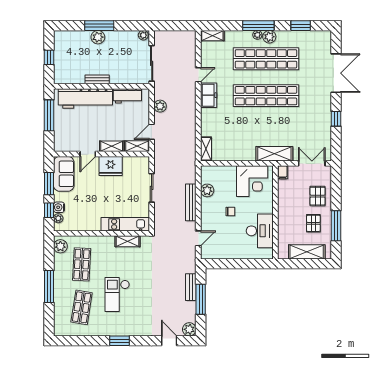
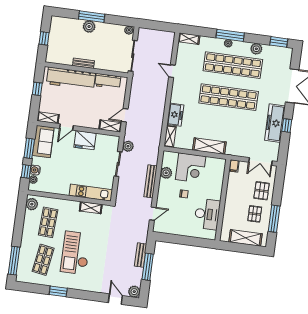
window: (301, 26) -> (279, 42), moved
plant: (269, 37) -> (256, 49), moved
door: (198, 75) -> (172, 71), swing flipped
freezer: (209, 95) -> (175, 115), moved
plant: (160, 106) -> (128, 146), moved
window: (49, 115) -> (37, 89), width x0.46
freezer: (322, 118) -> (275, 123), added
shelving: (112, 146) -> (48, 118), moved
shelving: (274, 154) -> (209, 146), moved
double door: (312, 163) -> (260, 162), swing flipped
corner desk: (252, 181) -> (191, 168), moved
window: (49, 287) -> (14, 261), moved
checkout: (117, 295) -> (76, 253), width x1.36, depth x1.21
window: (119, 341) -> (58, 291), moved

